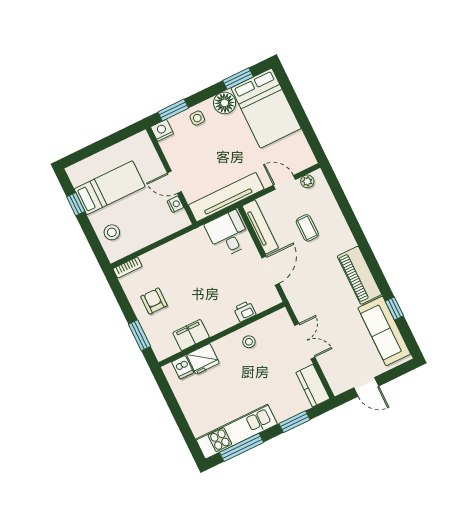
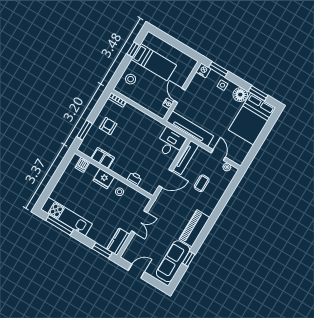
fridge: (203, 359) -> (104, 179), moved
door: (366, 387) -> (136, 271), swing flipped
window: (295, 422) -> (102, 250), moved

